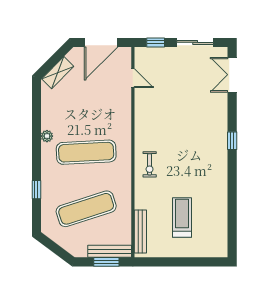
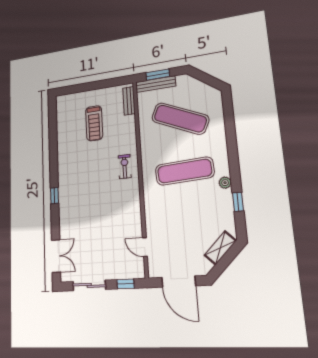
door: (101, 42) -> (179, 282), swing flipped
window: (36, 190) -> (238, 202), moved
exercise mat: (86, 209) -> (180, 119), turned 42
bench: (140, 232) -> (129, 101), width x0.73

